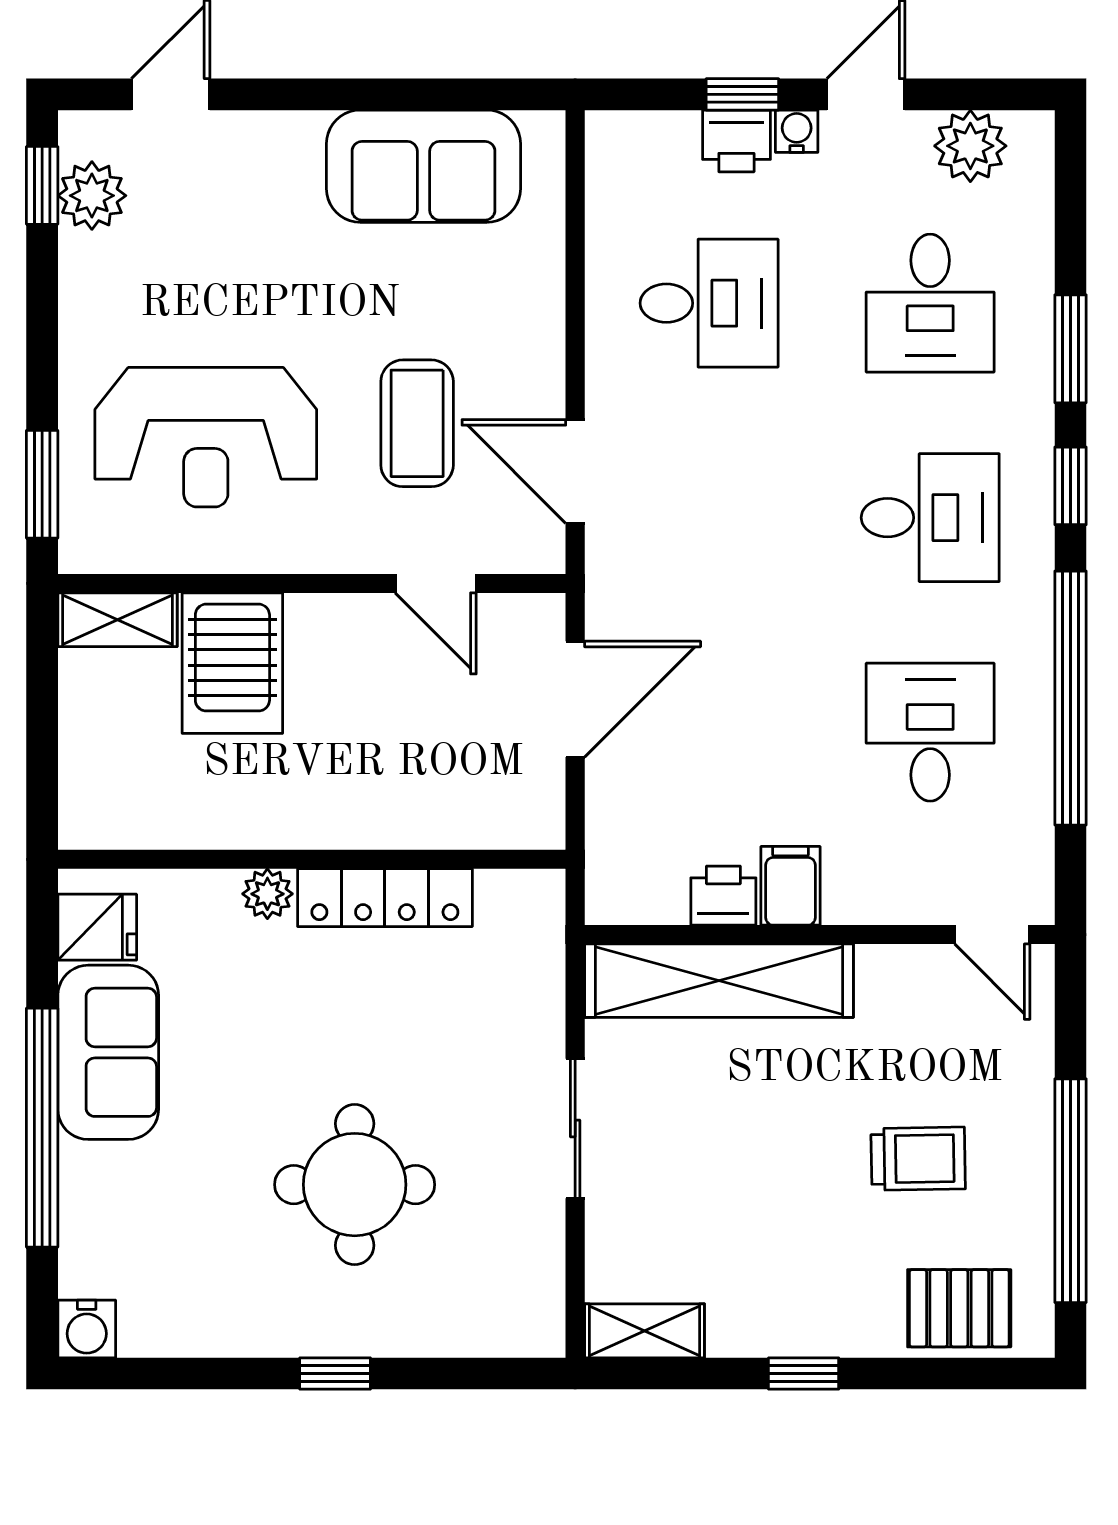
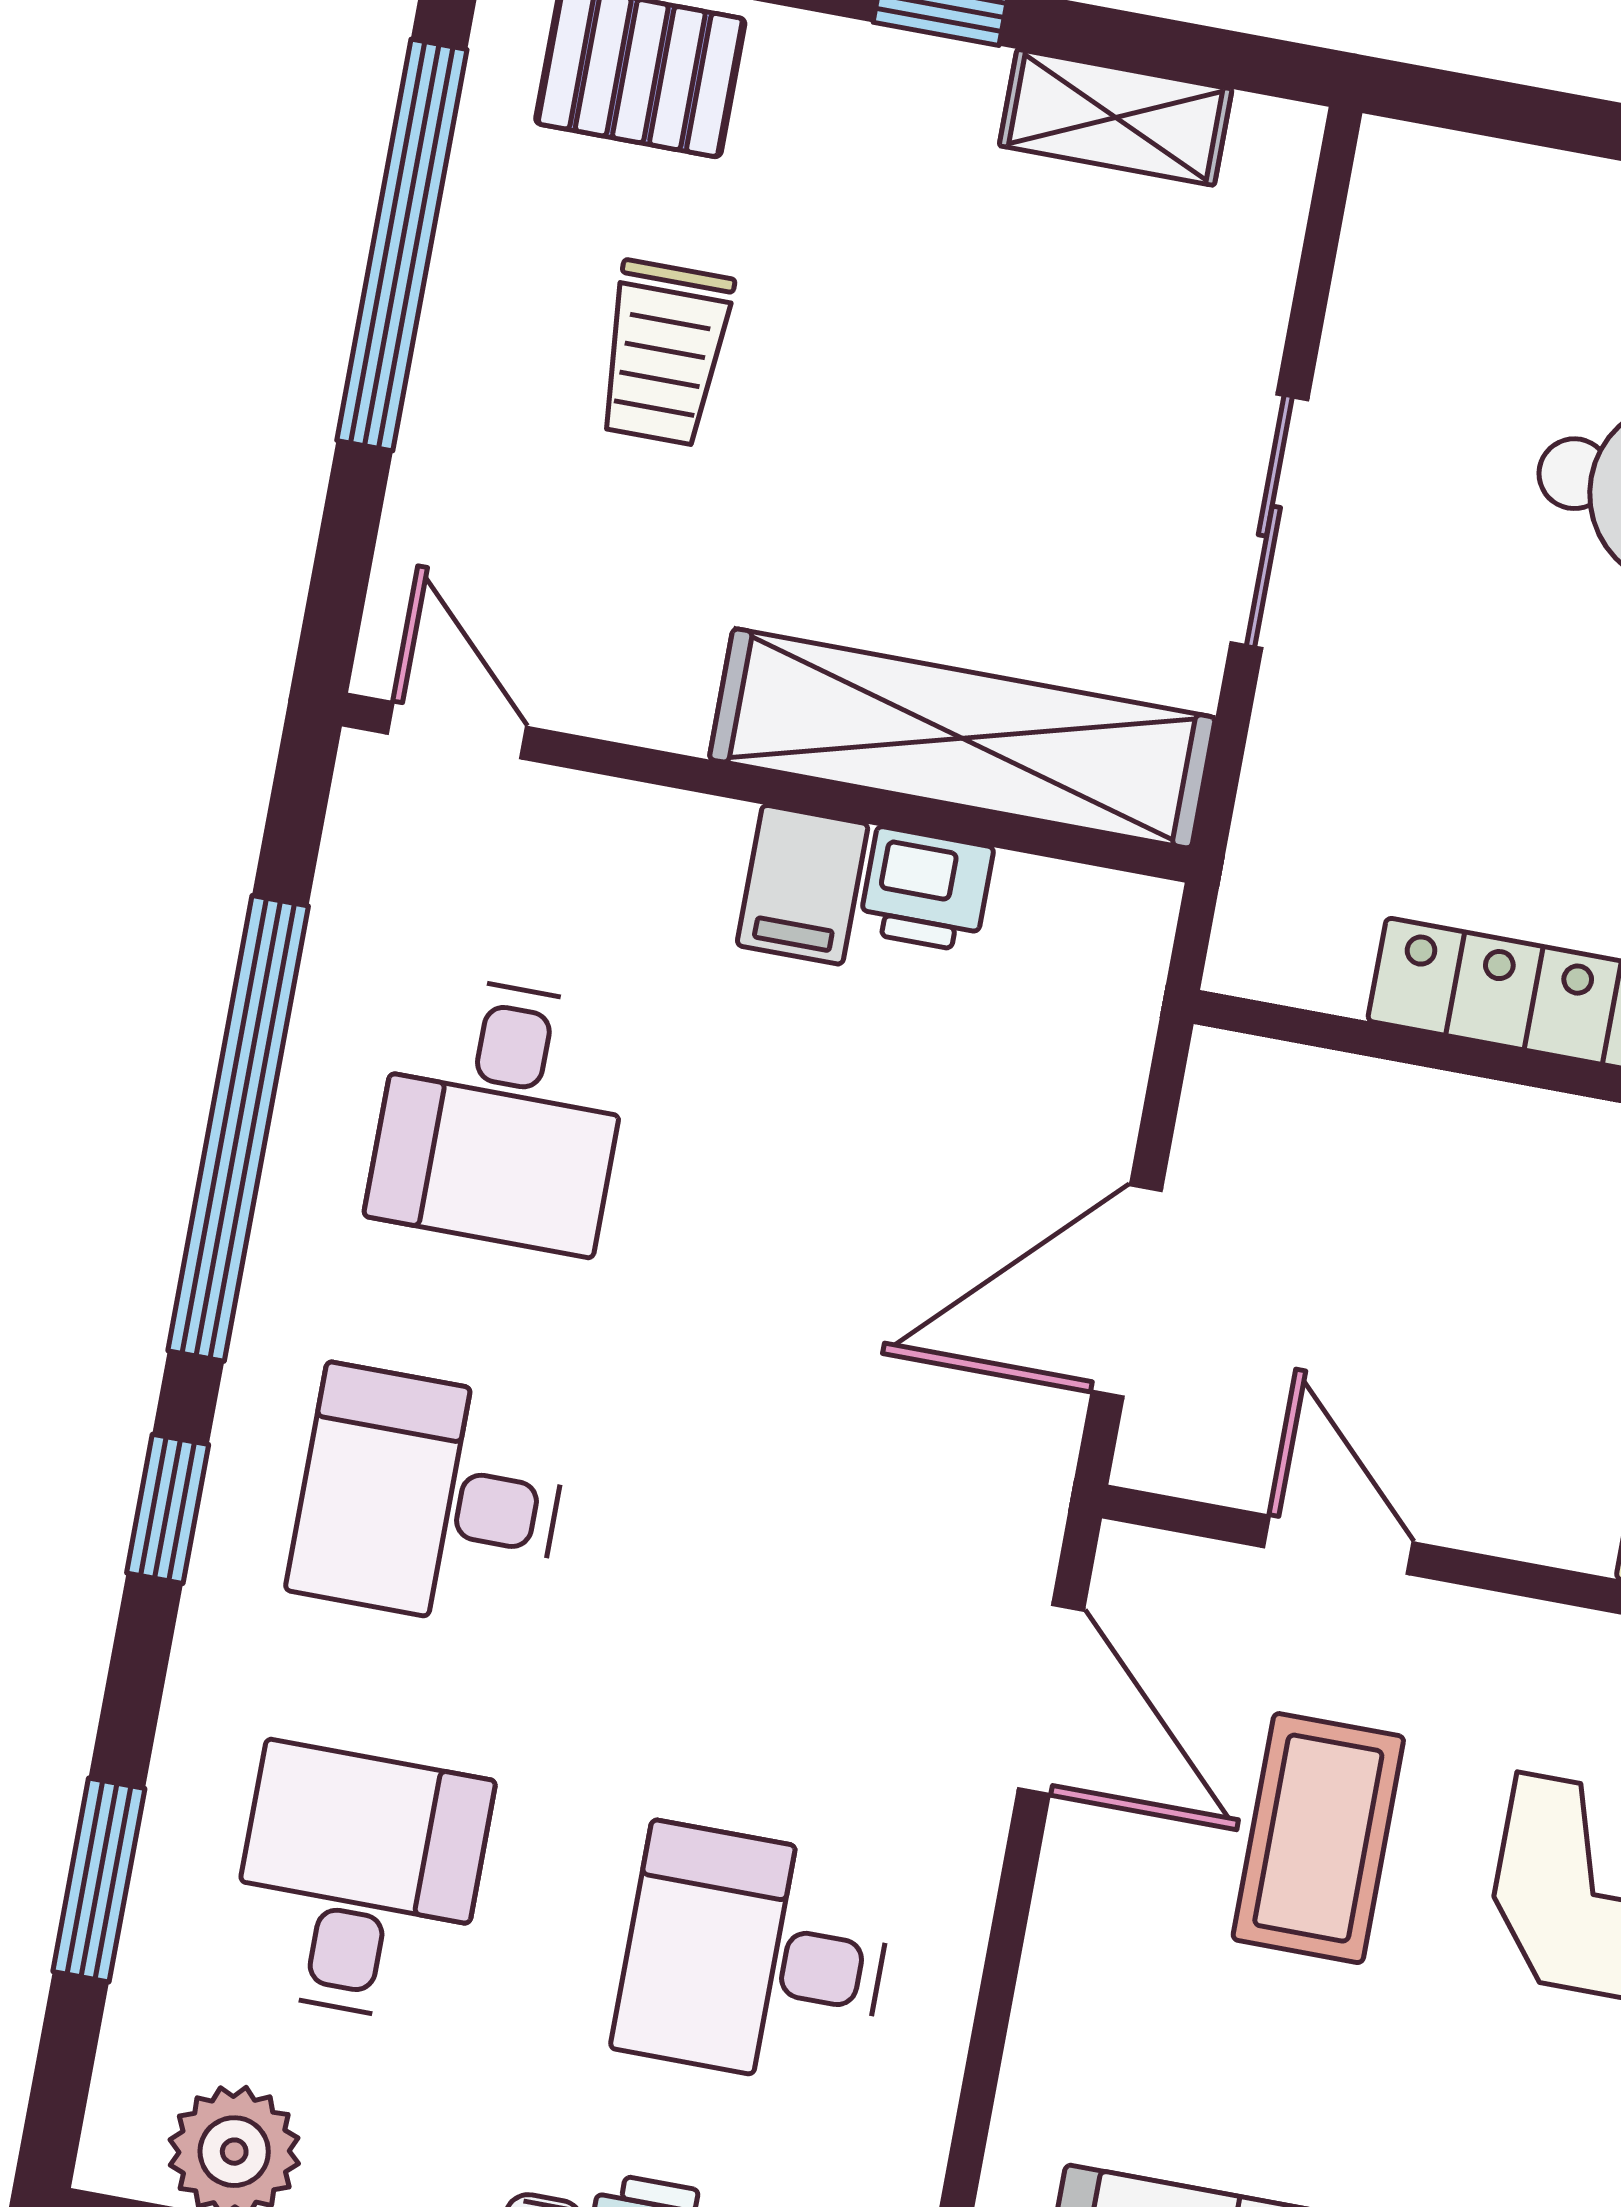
window: (1070, 349) -> (99, 1880), moved
trolley: (918, 1159) -> (664, 353), turned -89
shelving: (644, 1331) -> (1116, 117), moved

